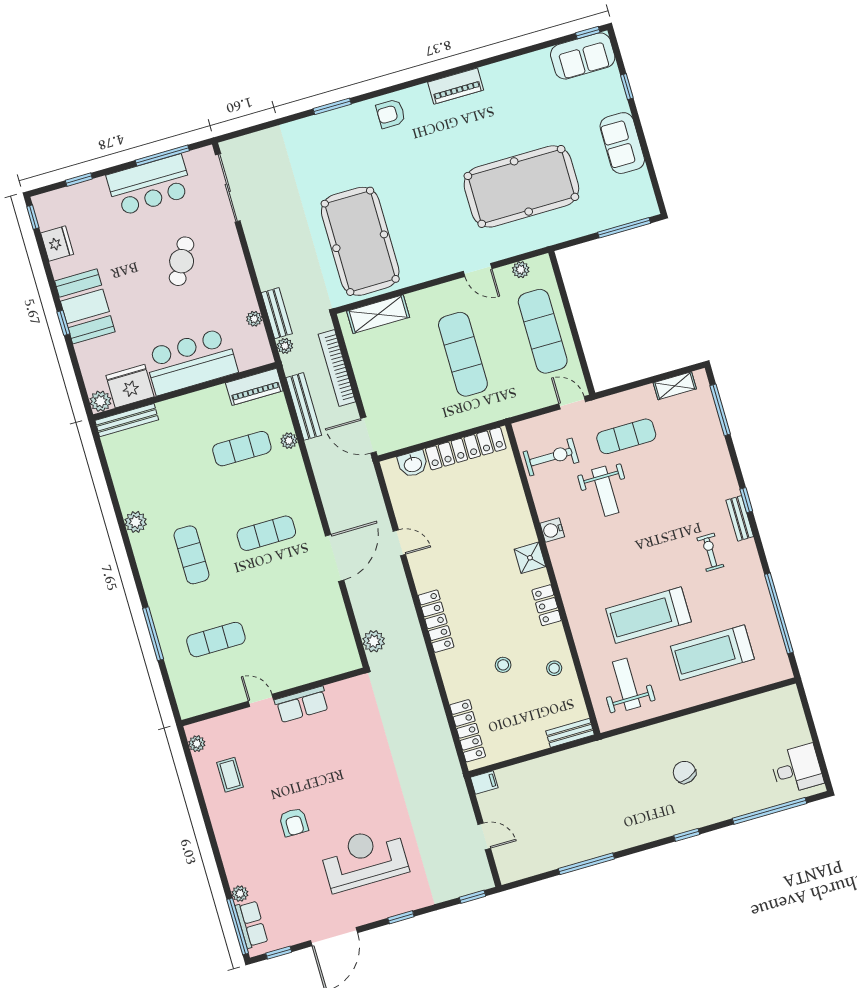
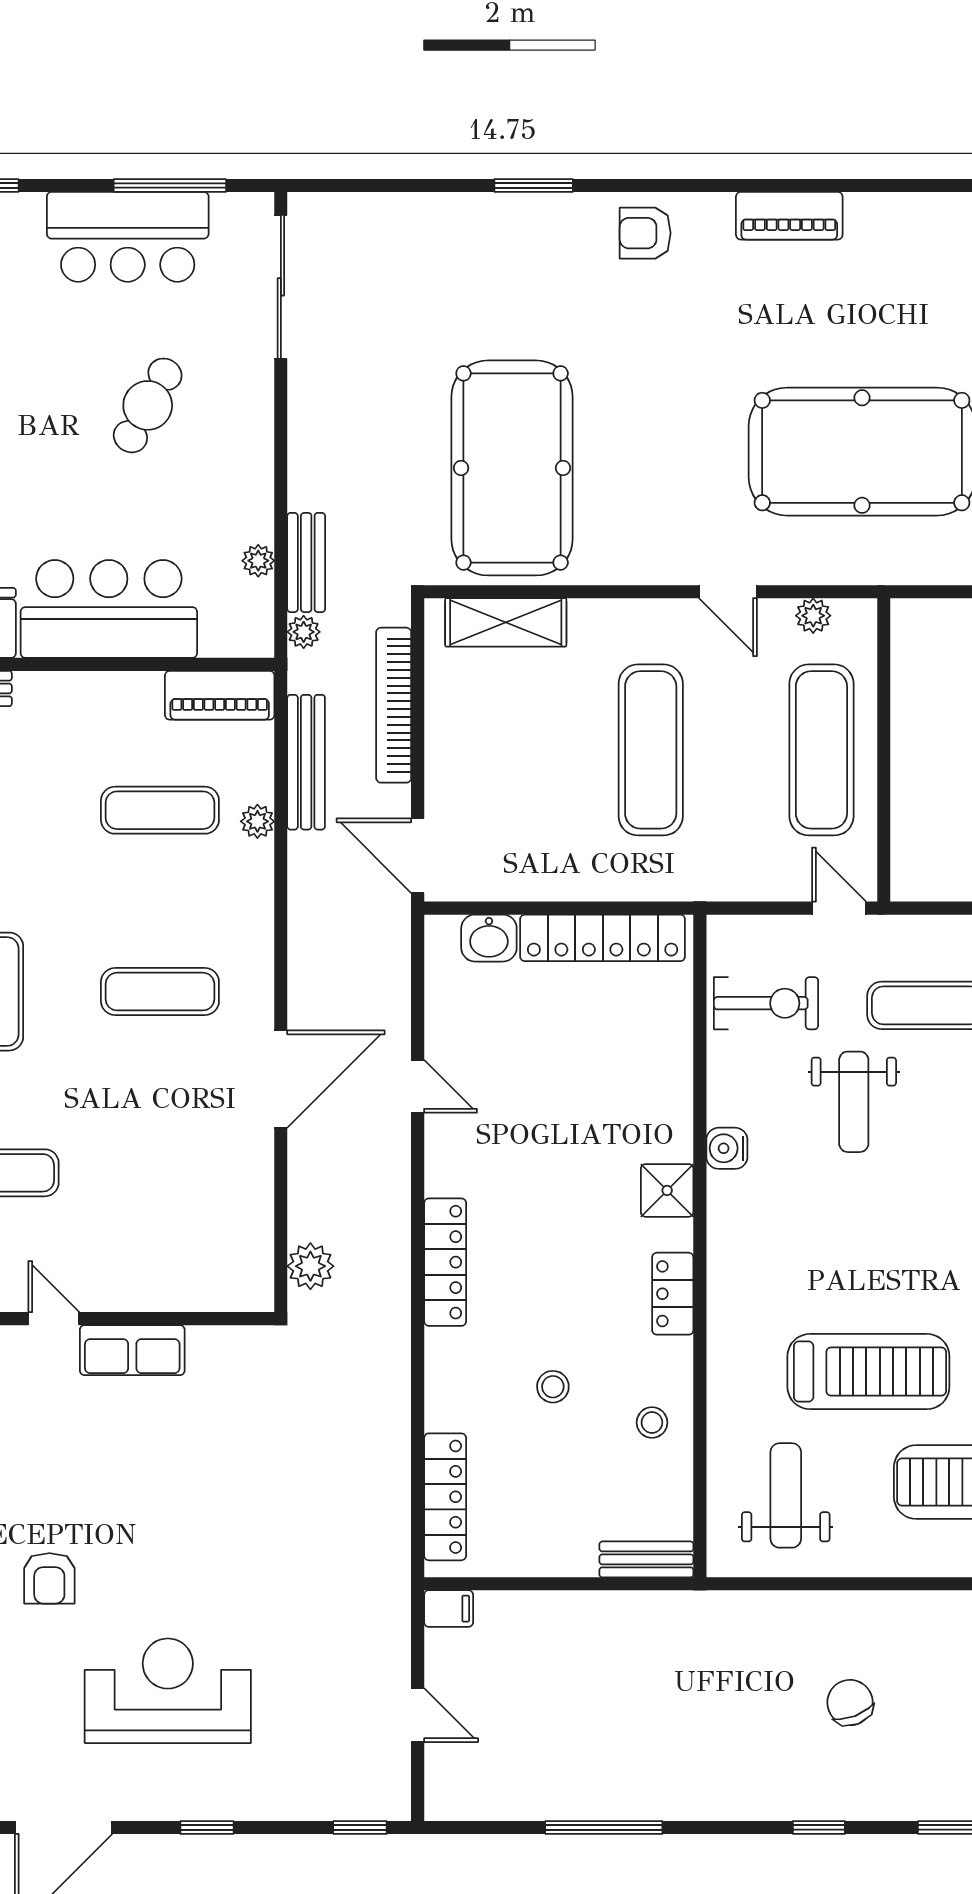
treadmill: (648, 615) -> (868, 1372), turned 180

